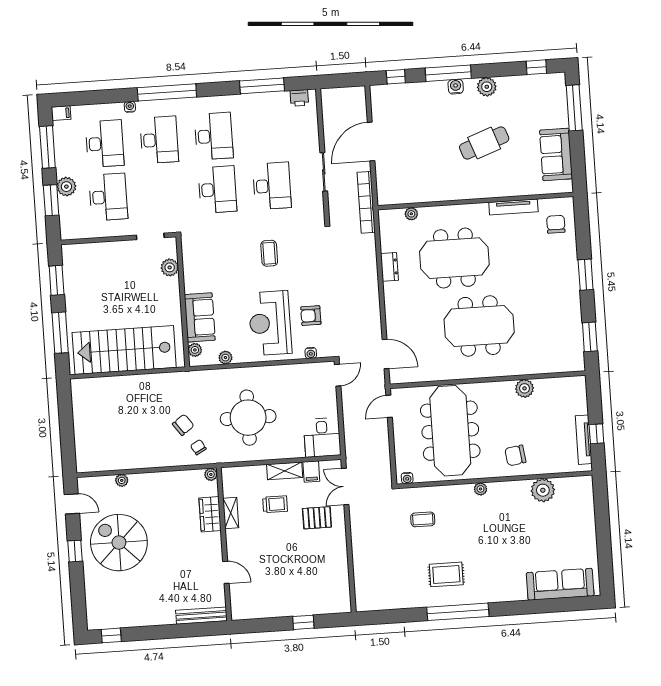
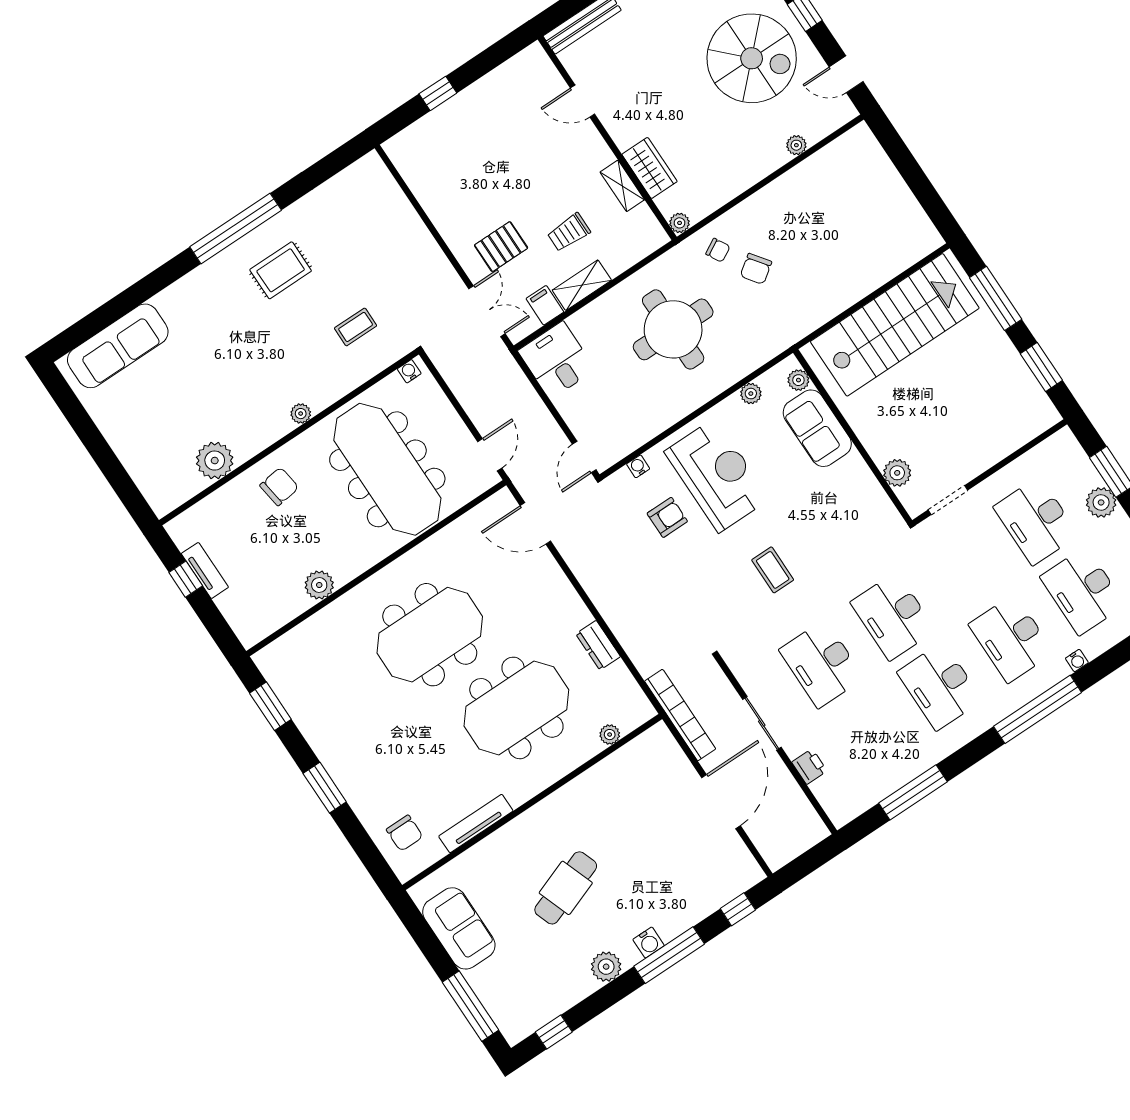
printer: (299, 98) -> (809, 767), moved, turned 90
tv unit: (584, 440) -> (205, 570), width x0.71

